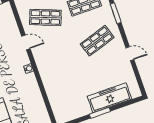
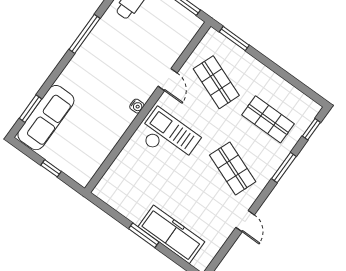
shop shelf: (97, 41) -> (233, 168), turned 39
checkout: (57, 63) -> (168, 137), added

